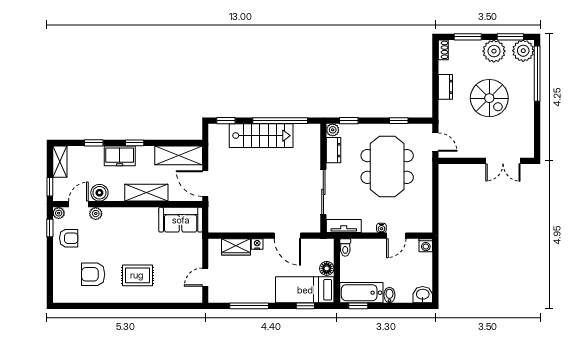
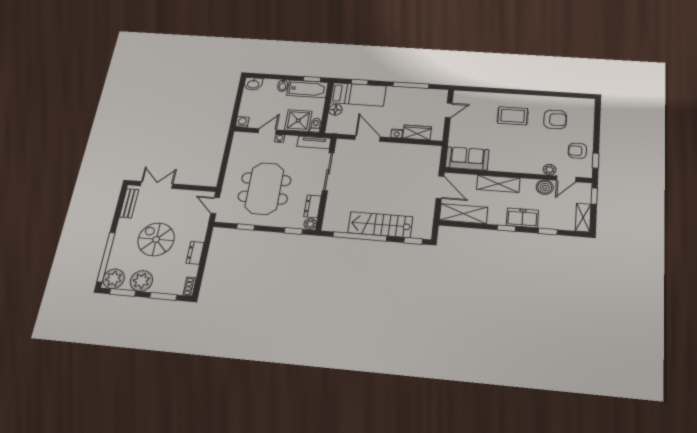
bench: (528, 137) -> (129, 203), added
plant: (59, 213) -> (586, 173), removed
shower: (365, 252) -> (298, 121), added

